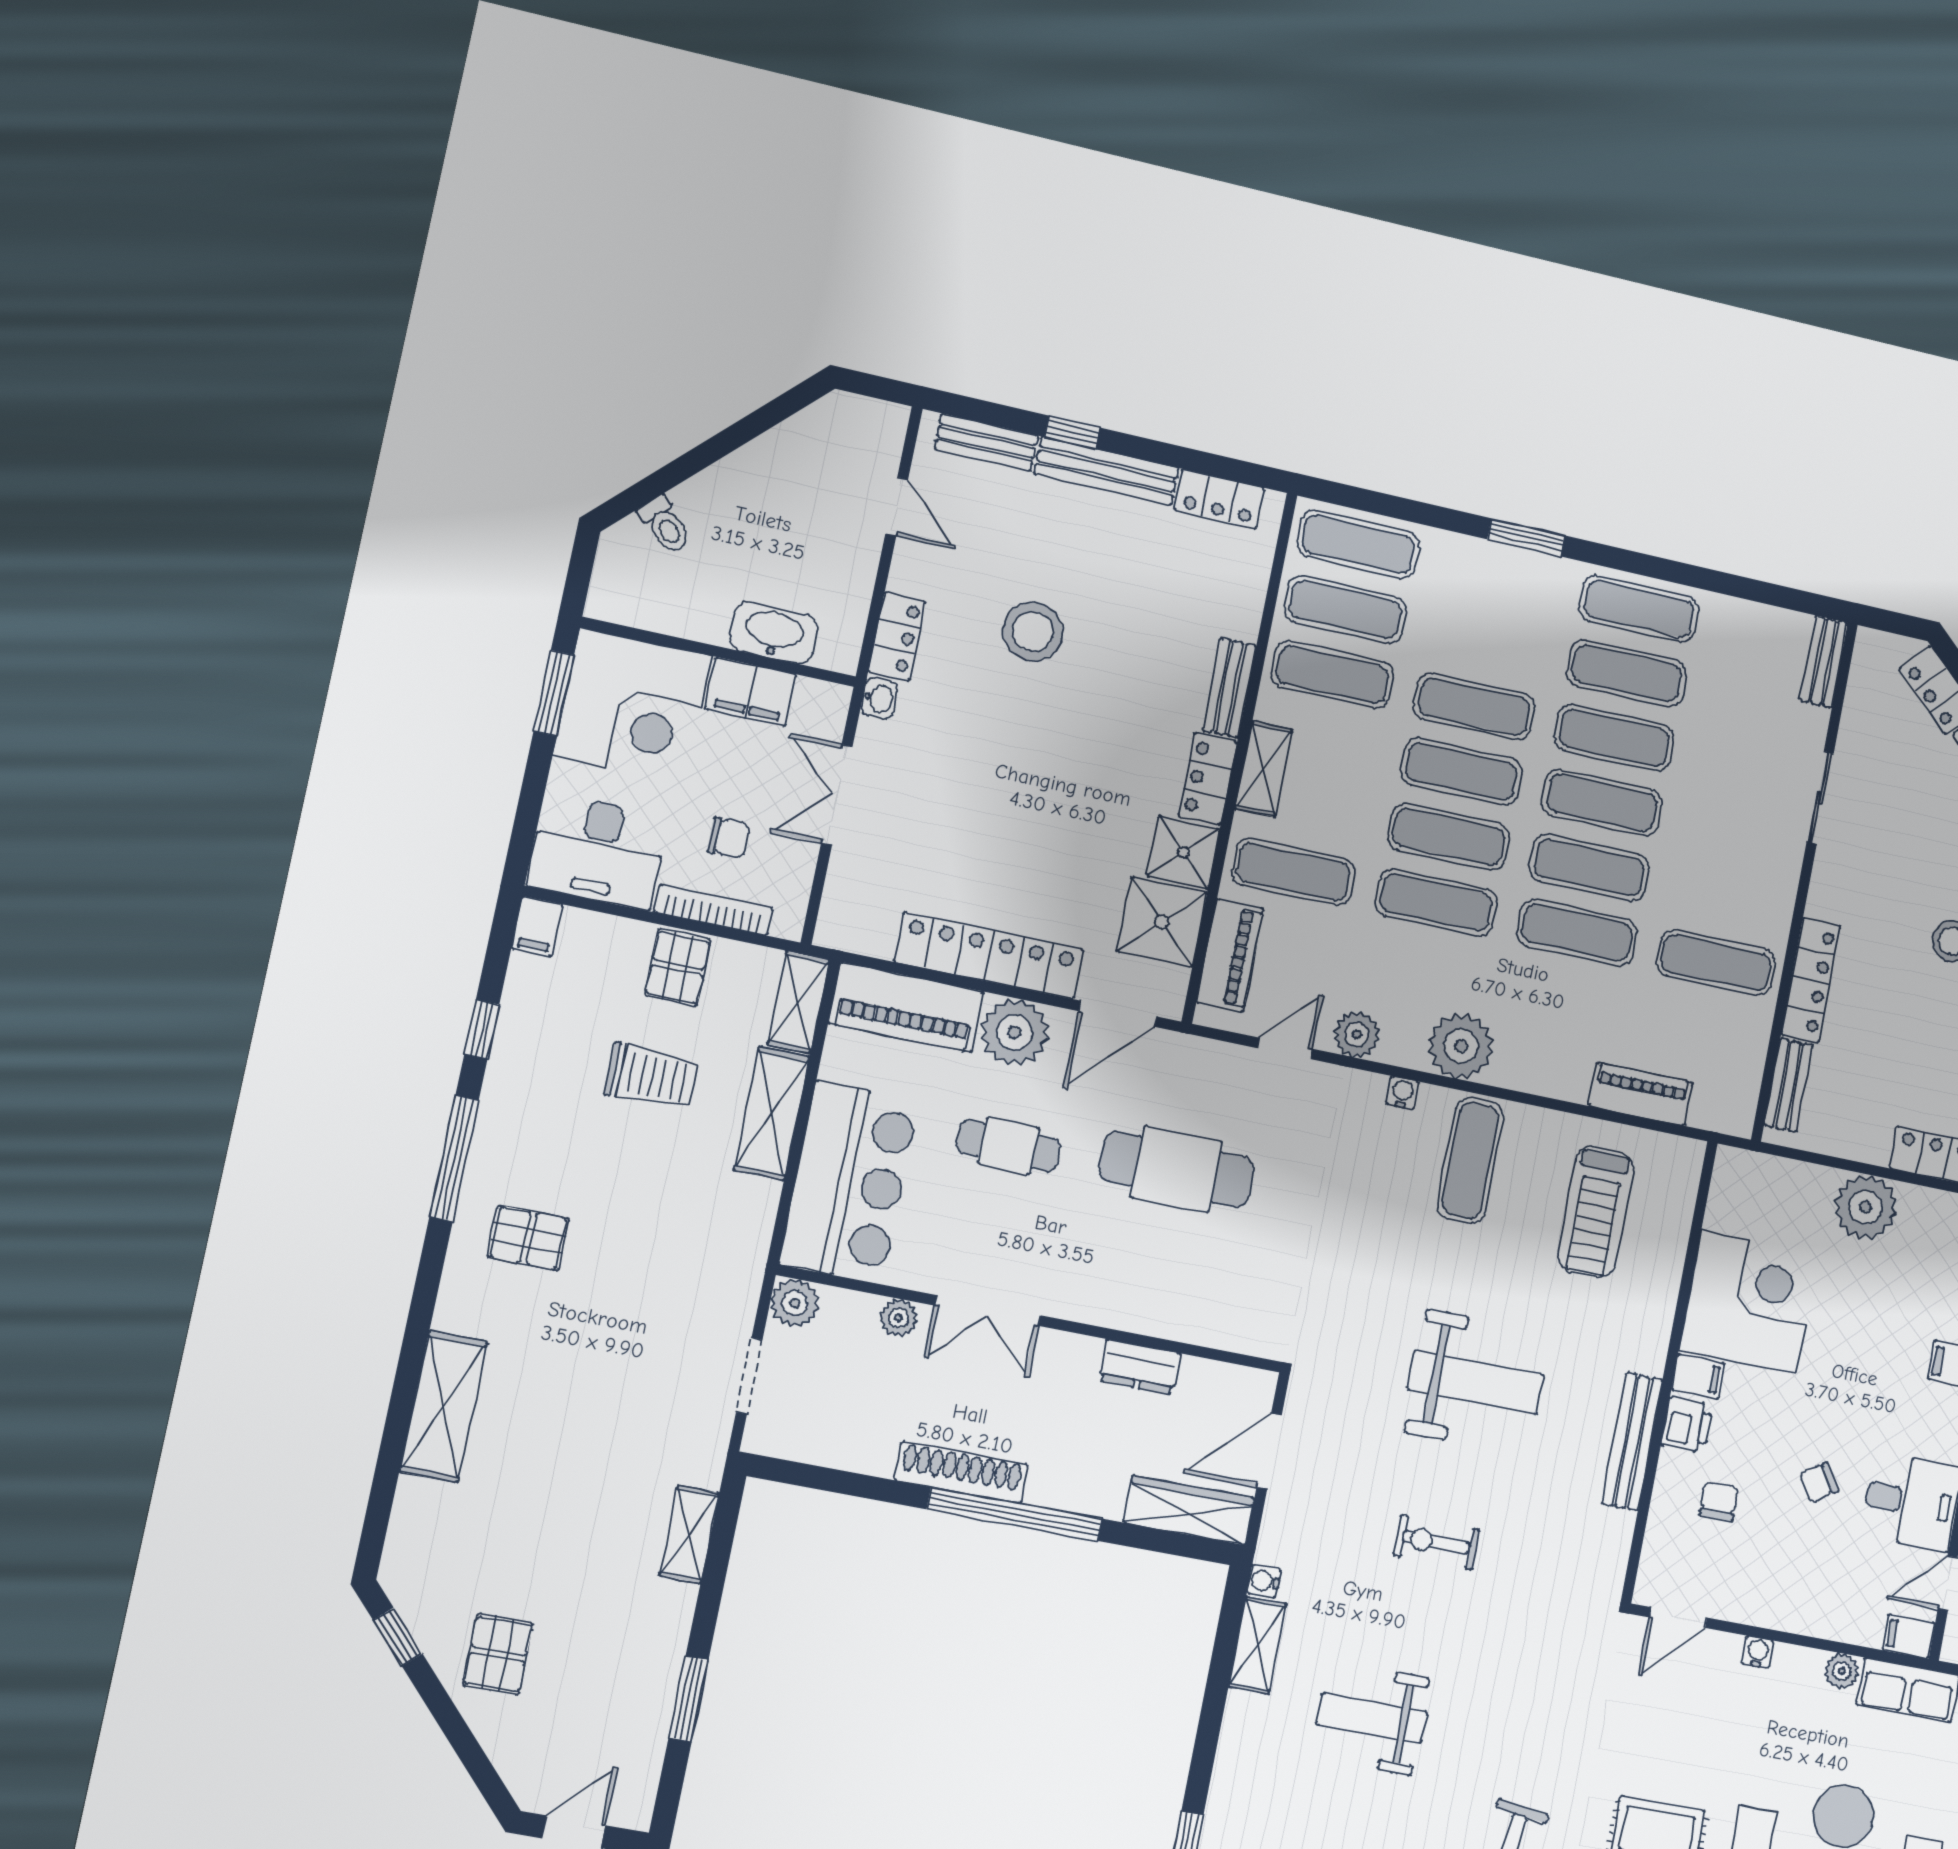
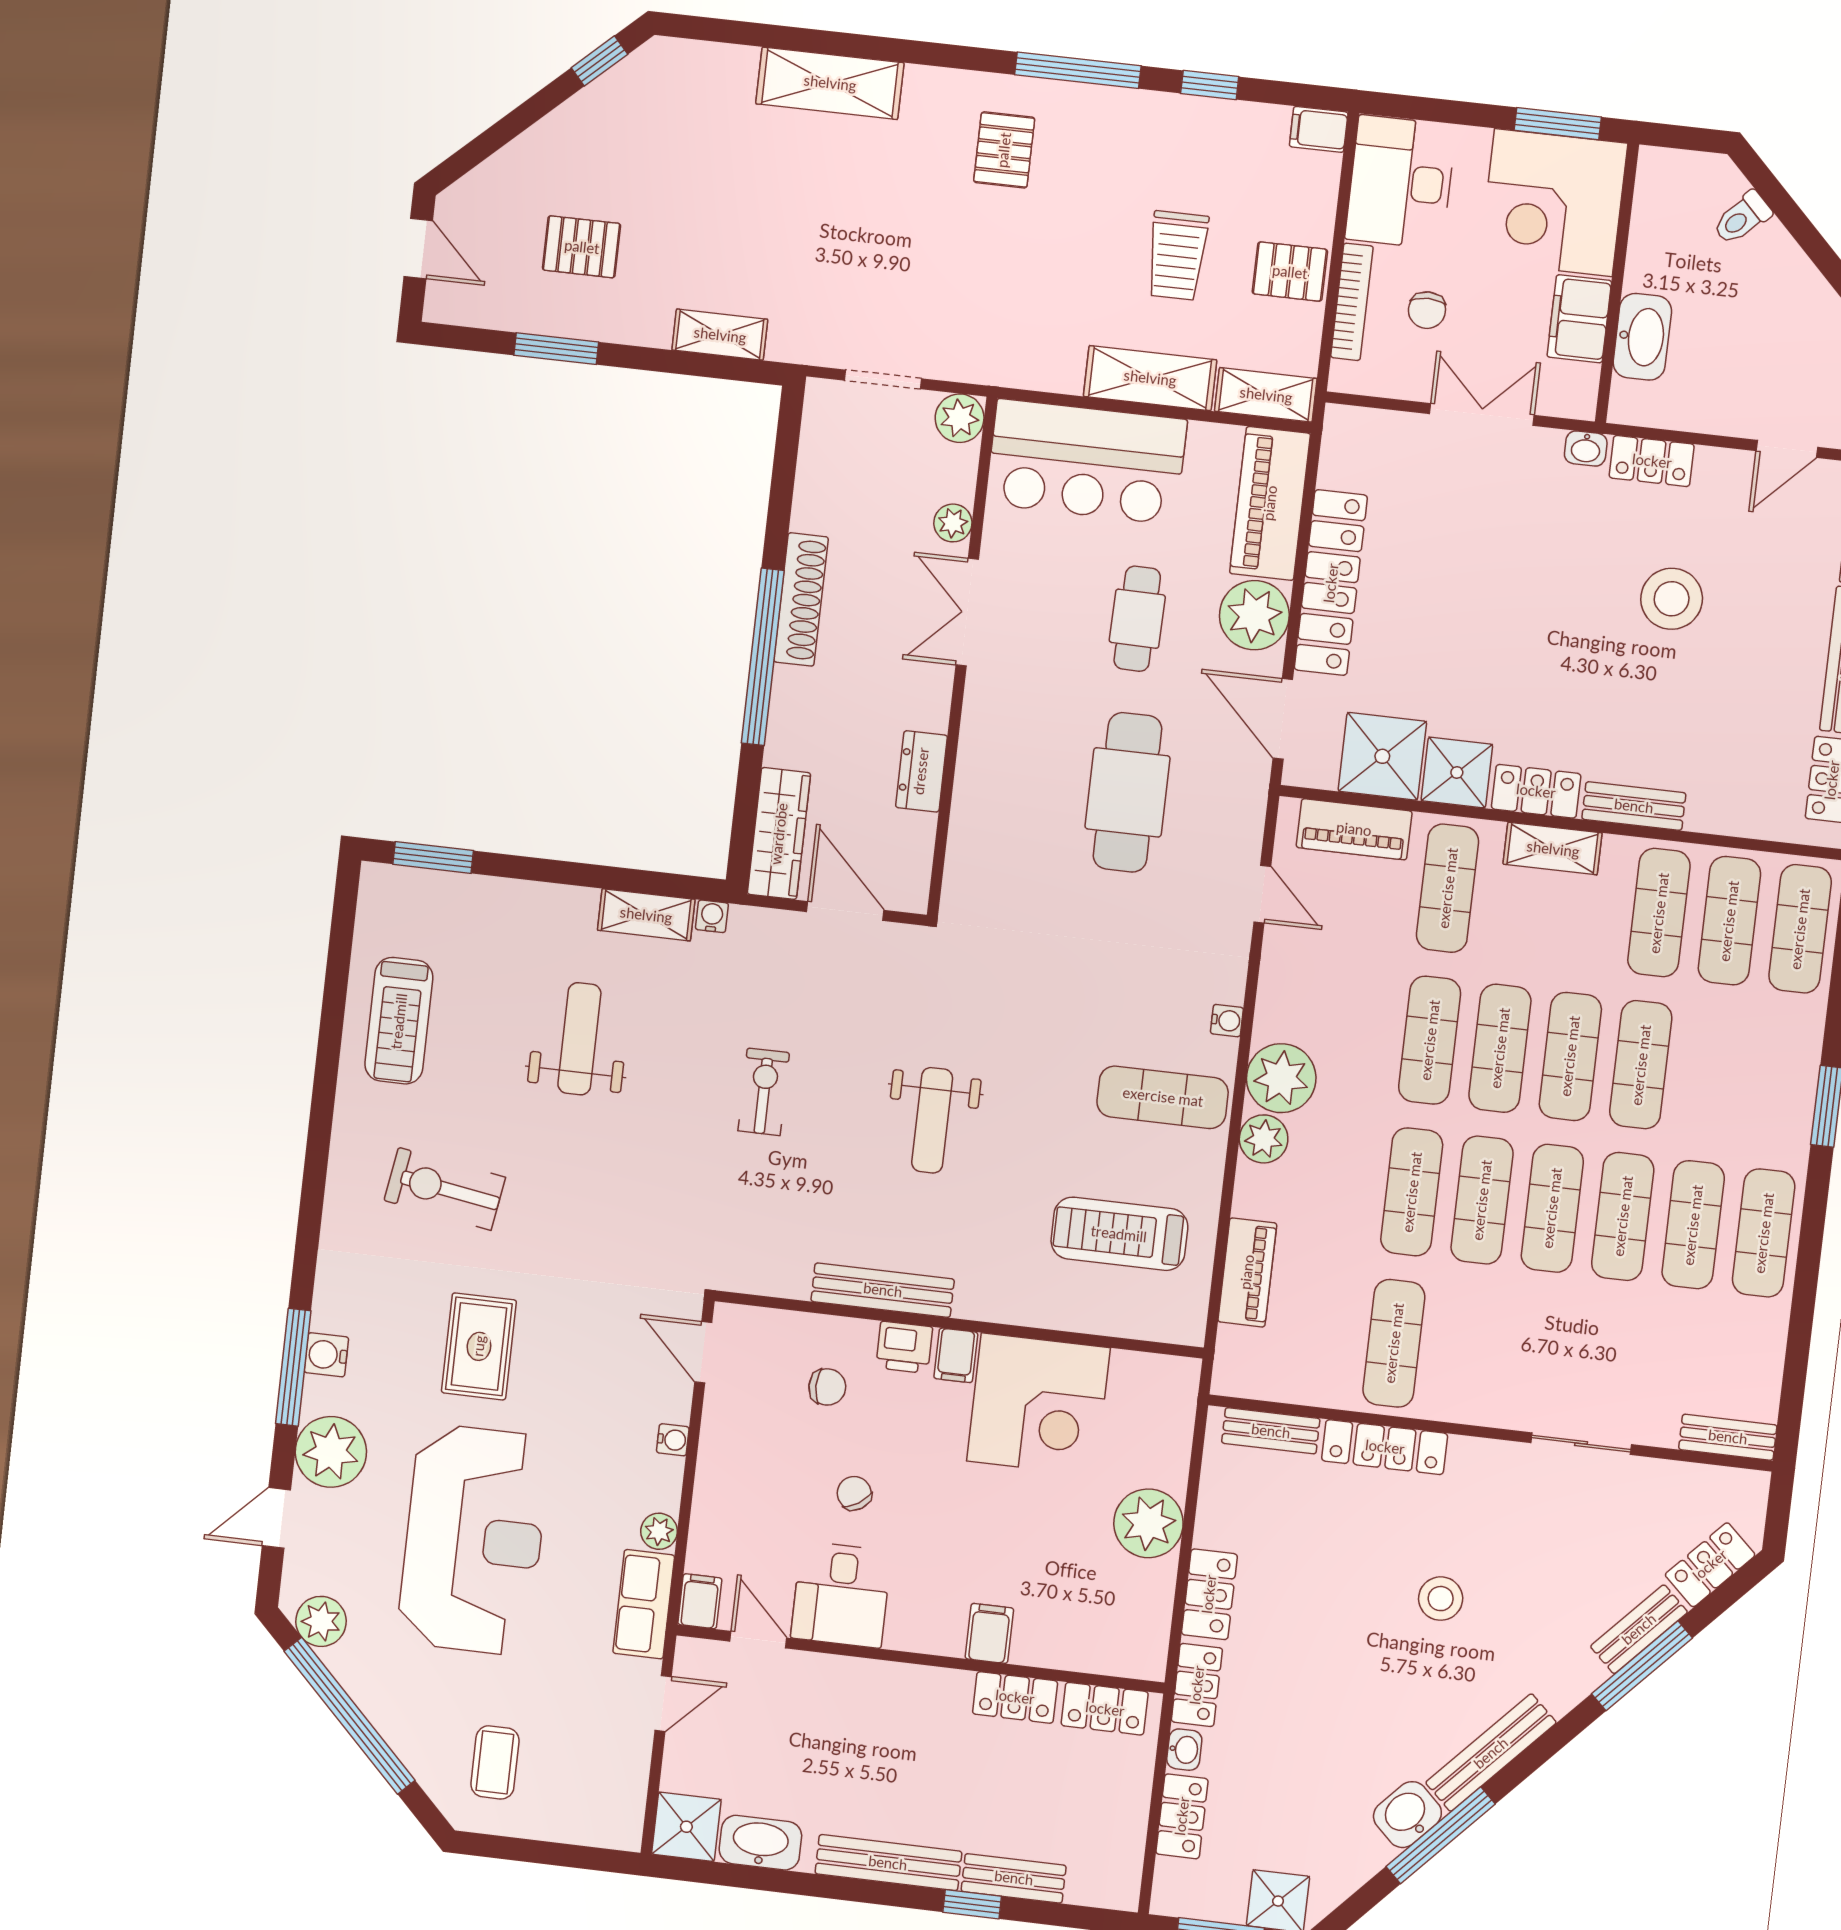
plant: (1357, 1034) -> (1264, 1139), moved
weight bench: (1476, 1382) -> (932, 1120), width x0.73, depth x0.75
pallet: (498, 1654) -> (582, 247), moved

